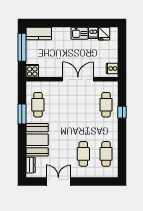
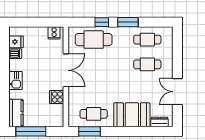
kitchen sink: (80, 33) -> (16, 80), moved
cooker: (32, 71) -> (57, 97), moved
double door: (78, 79) -> (66, 70), swing flipped
cafe table: (106, 105) -> (94, 40), width x1.37, depth x1.35
window: (22, 114) -> (90, 131), moved
window: (122, 136) -> (128, 22), added

